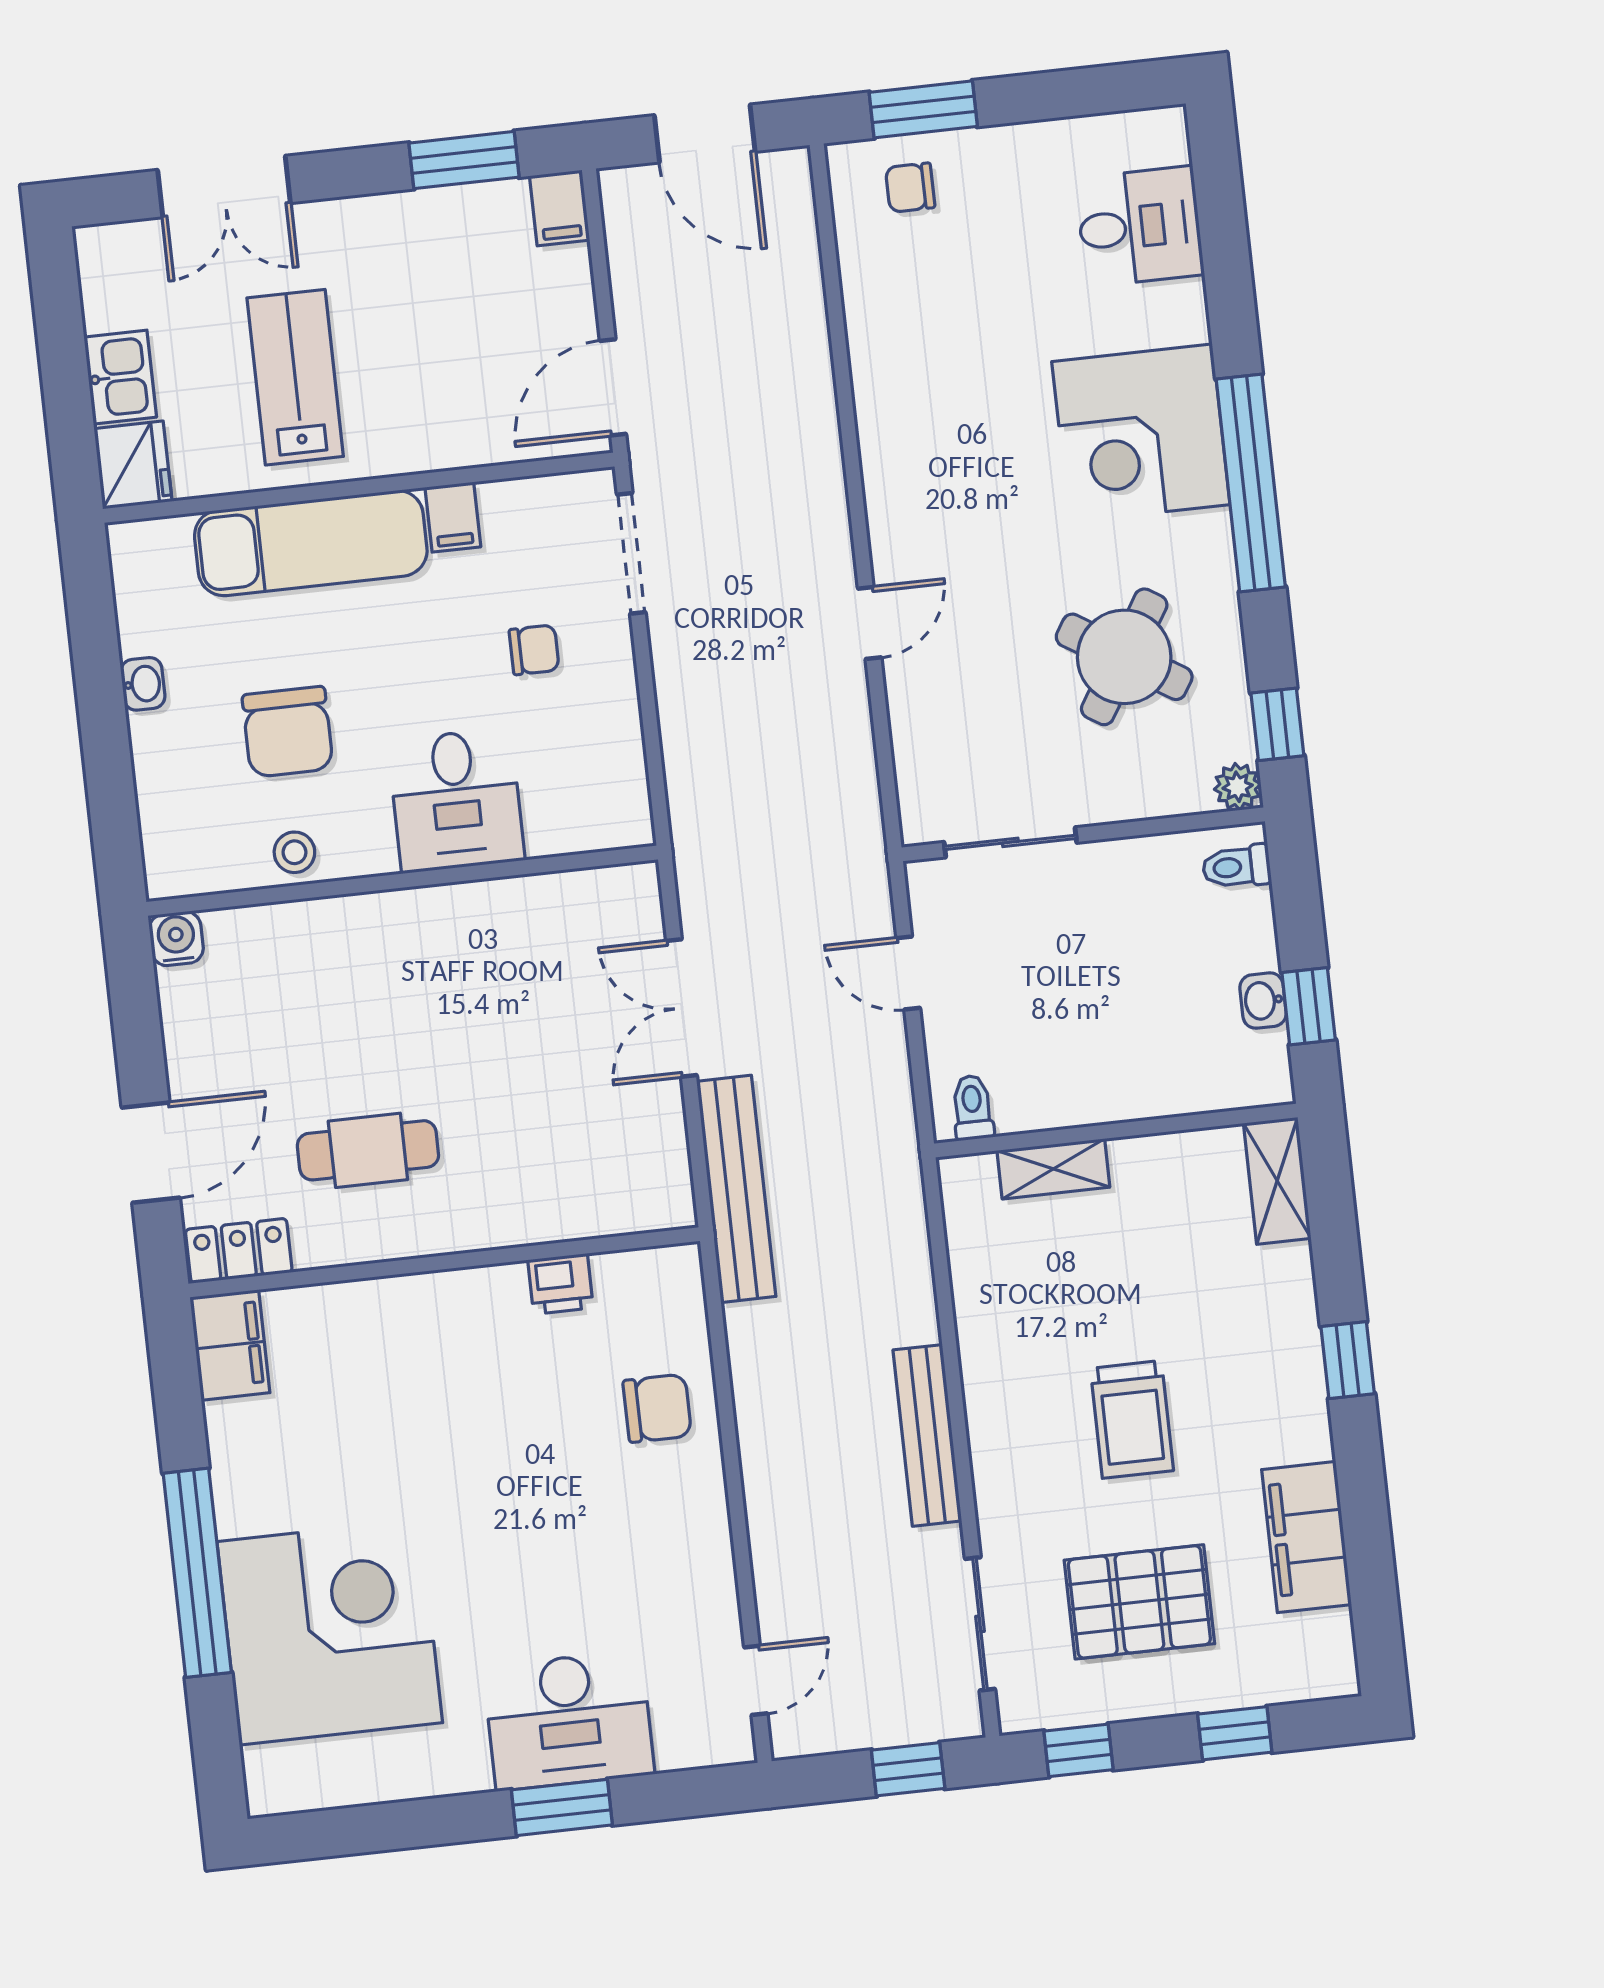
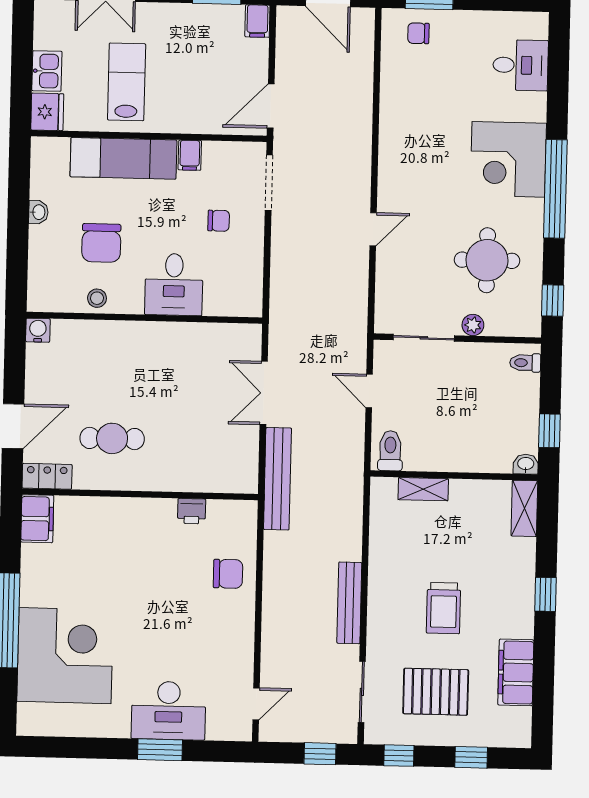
round table: (1124, 657) -> (487, 260), turned -32
plant: (1238, 787) -> (473, 325), moved
washbasin: (1263, 1001) -> (526, 464), moved, turned 90
toilet: (972, 1108) -> (390, 451), width x1.37, depth x1.39

